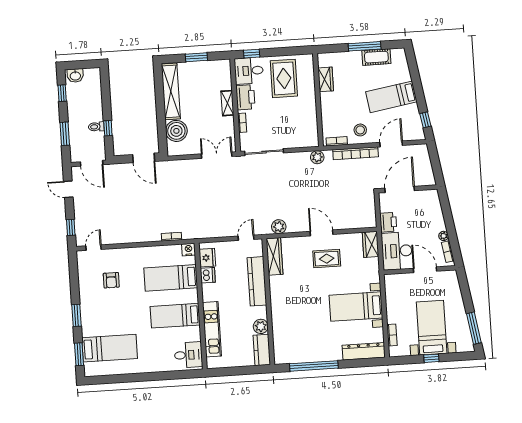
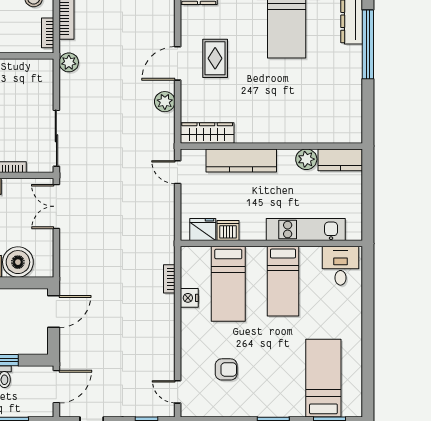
plant: (279, 227) -> (165, 102), moved
nightstand: (189, 250) -> (189, 298), moved
window: (314, 366) -> (368, 44), moved

